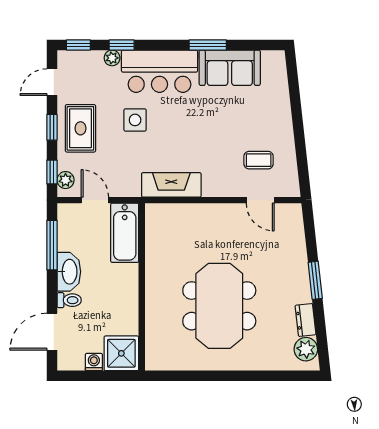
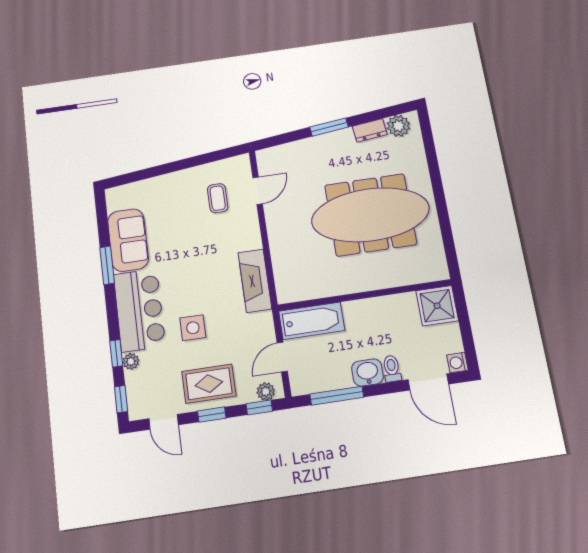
washbasin: (69, 272) -> (368, 372), width x0.72
meeting table: (219, 306) -> (370, 215), width x1.36
washing machine: (94, 362) -> (457, 363), moved

